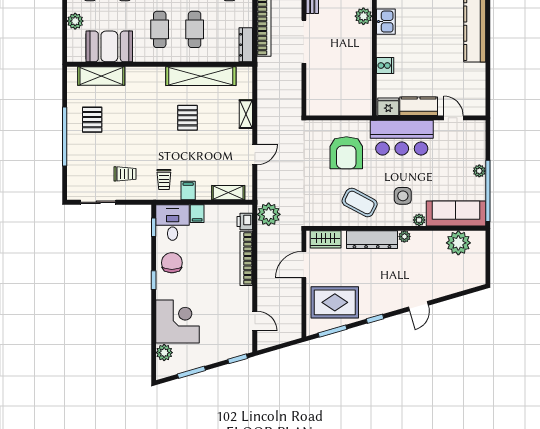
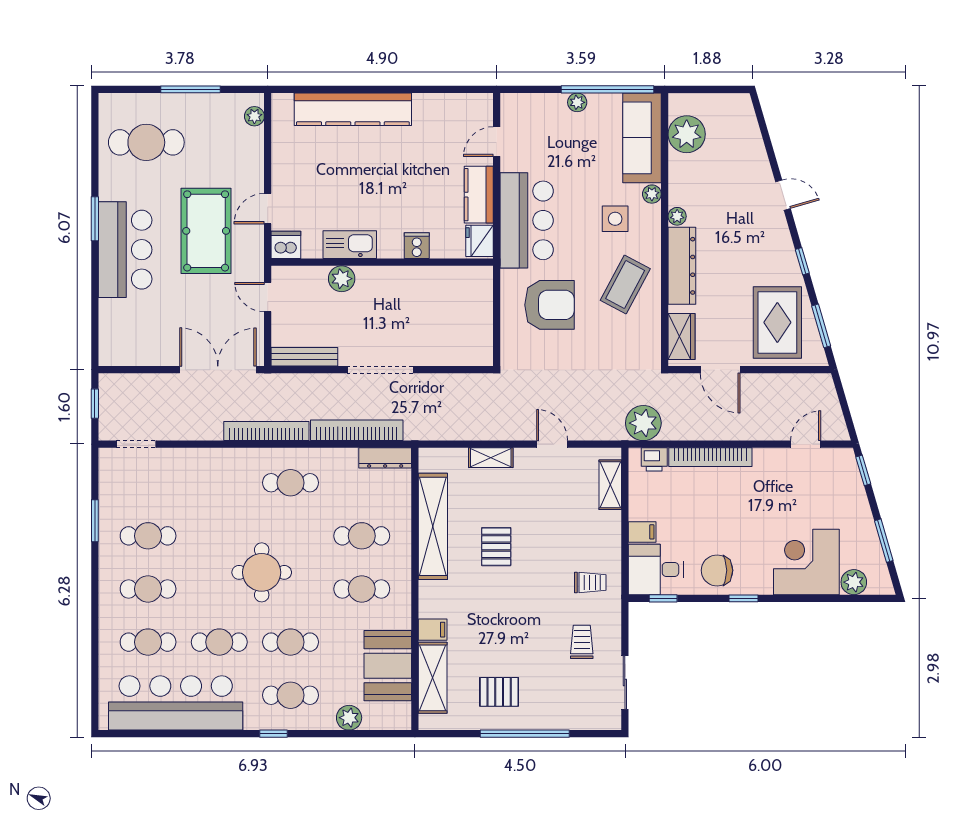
kitchen sink: (386, 22) -> (350, 245), width x1.38
pallet: (188, 118) -> (496, 547), turned 90
filing cabinet: (188, 191) -> (433, 630), moved, turned 180

